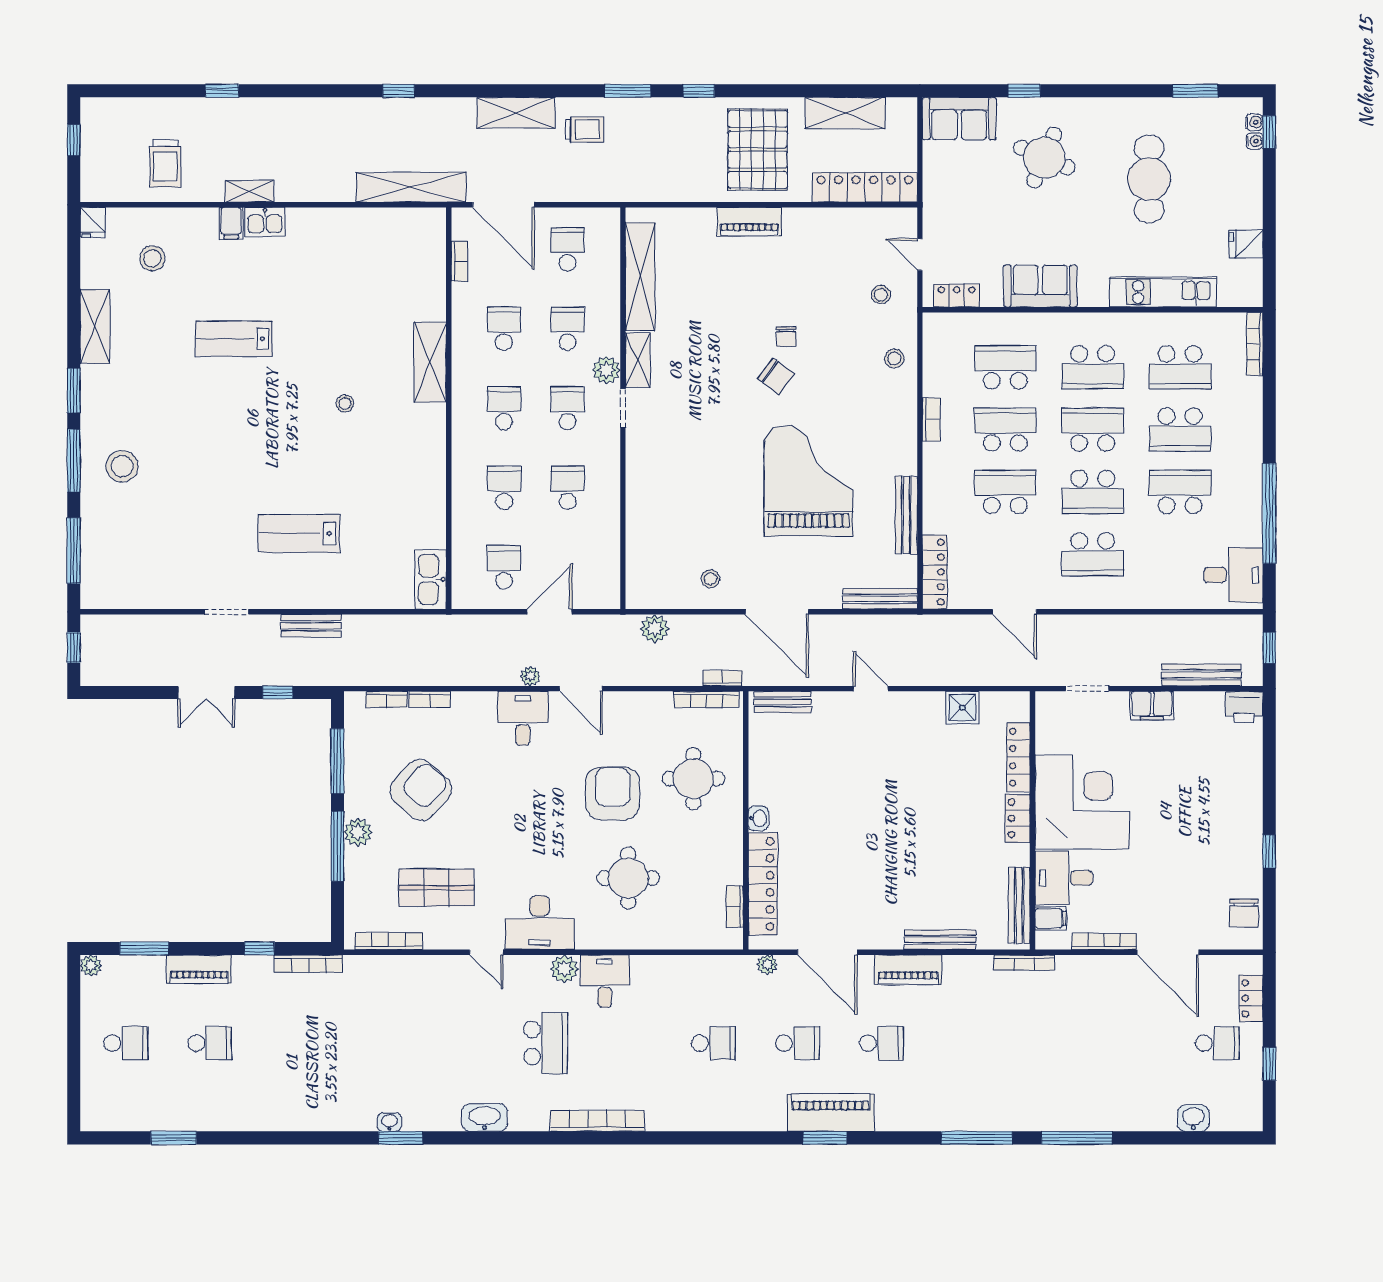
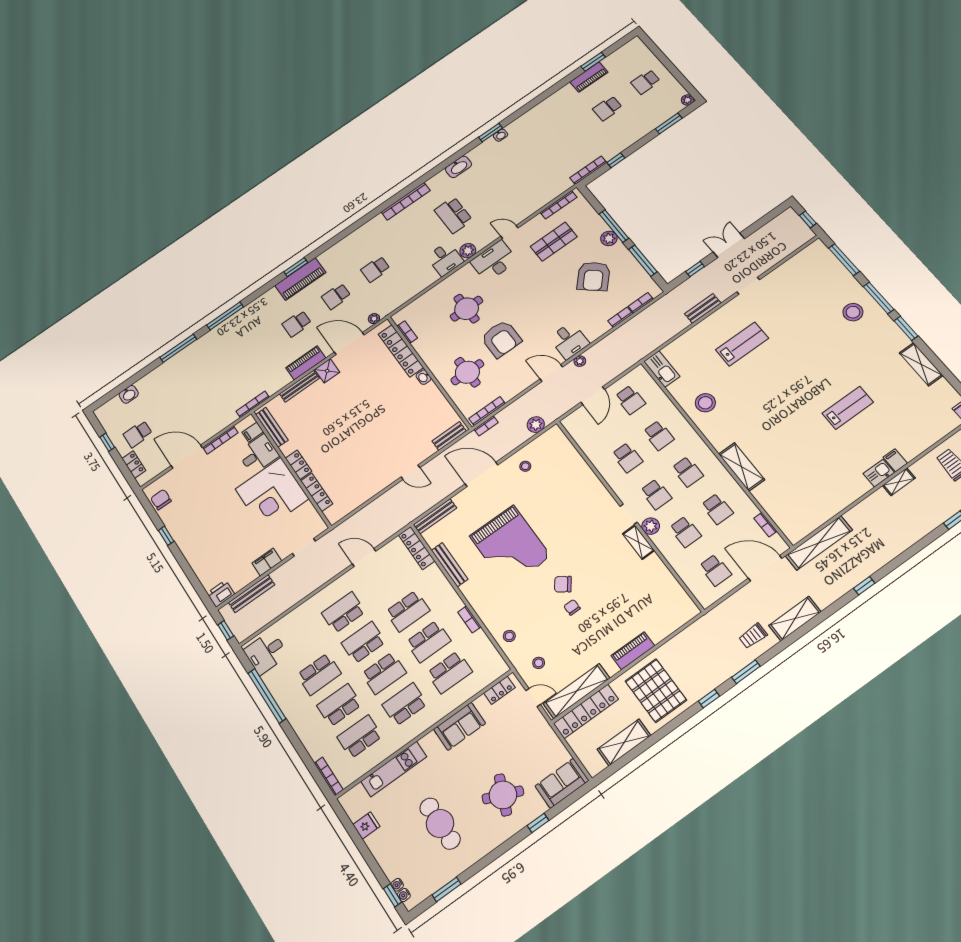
stool: (152, 258) -> (920, 416), removed
shelving: (640, 277) -> (577, 691), moved, turned 90
stool: (345, 404) -> (705, 403), moved, width x1.89, depth x1.89
shower: (962, 708) -> (327, 371), moved
piano: (199, 969) -> (589, 77), moved, turned 180

